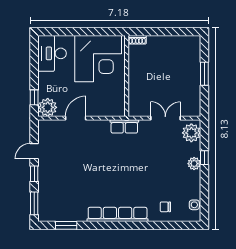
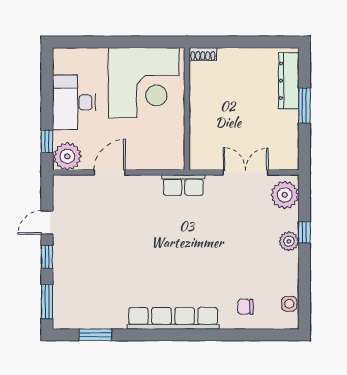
desk: (52, 53) -> (74, 102), moved
dresser: (194, 57) -> (289, 81), added

